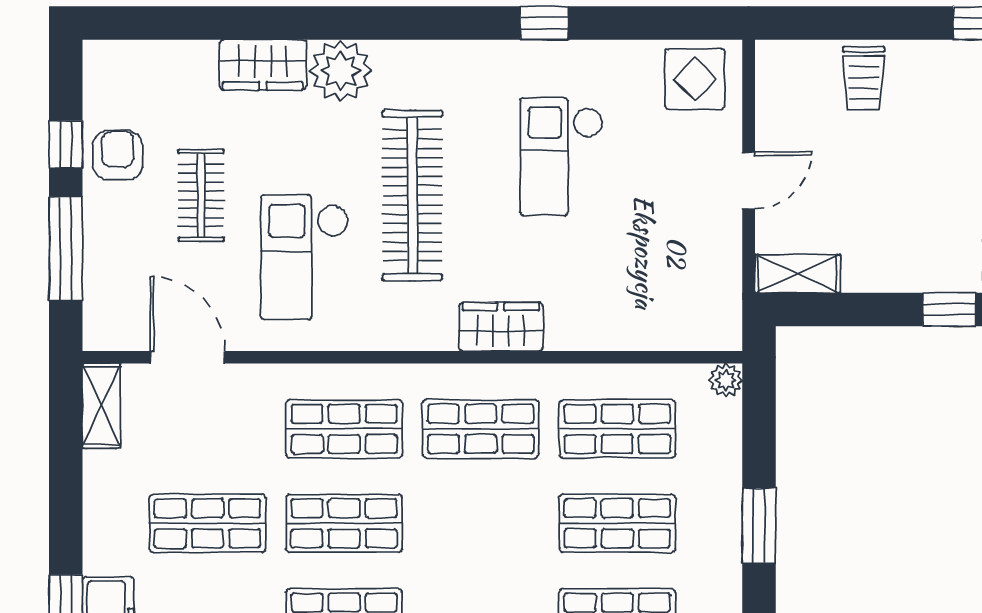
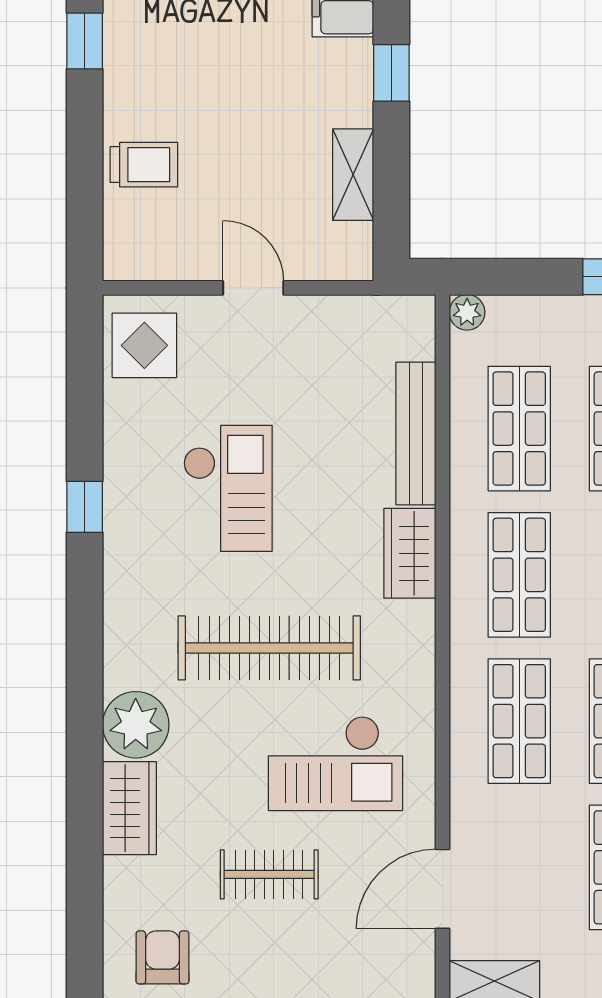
armchair: (118, 155) -> (162, 957), moved, turned 90
checkout: (561, 157) -> (228, 488), turned -90
shelving: (798, 274) -> (353, 175), moved
bench: (613, 332) -> (416, 434), added

